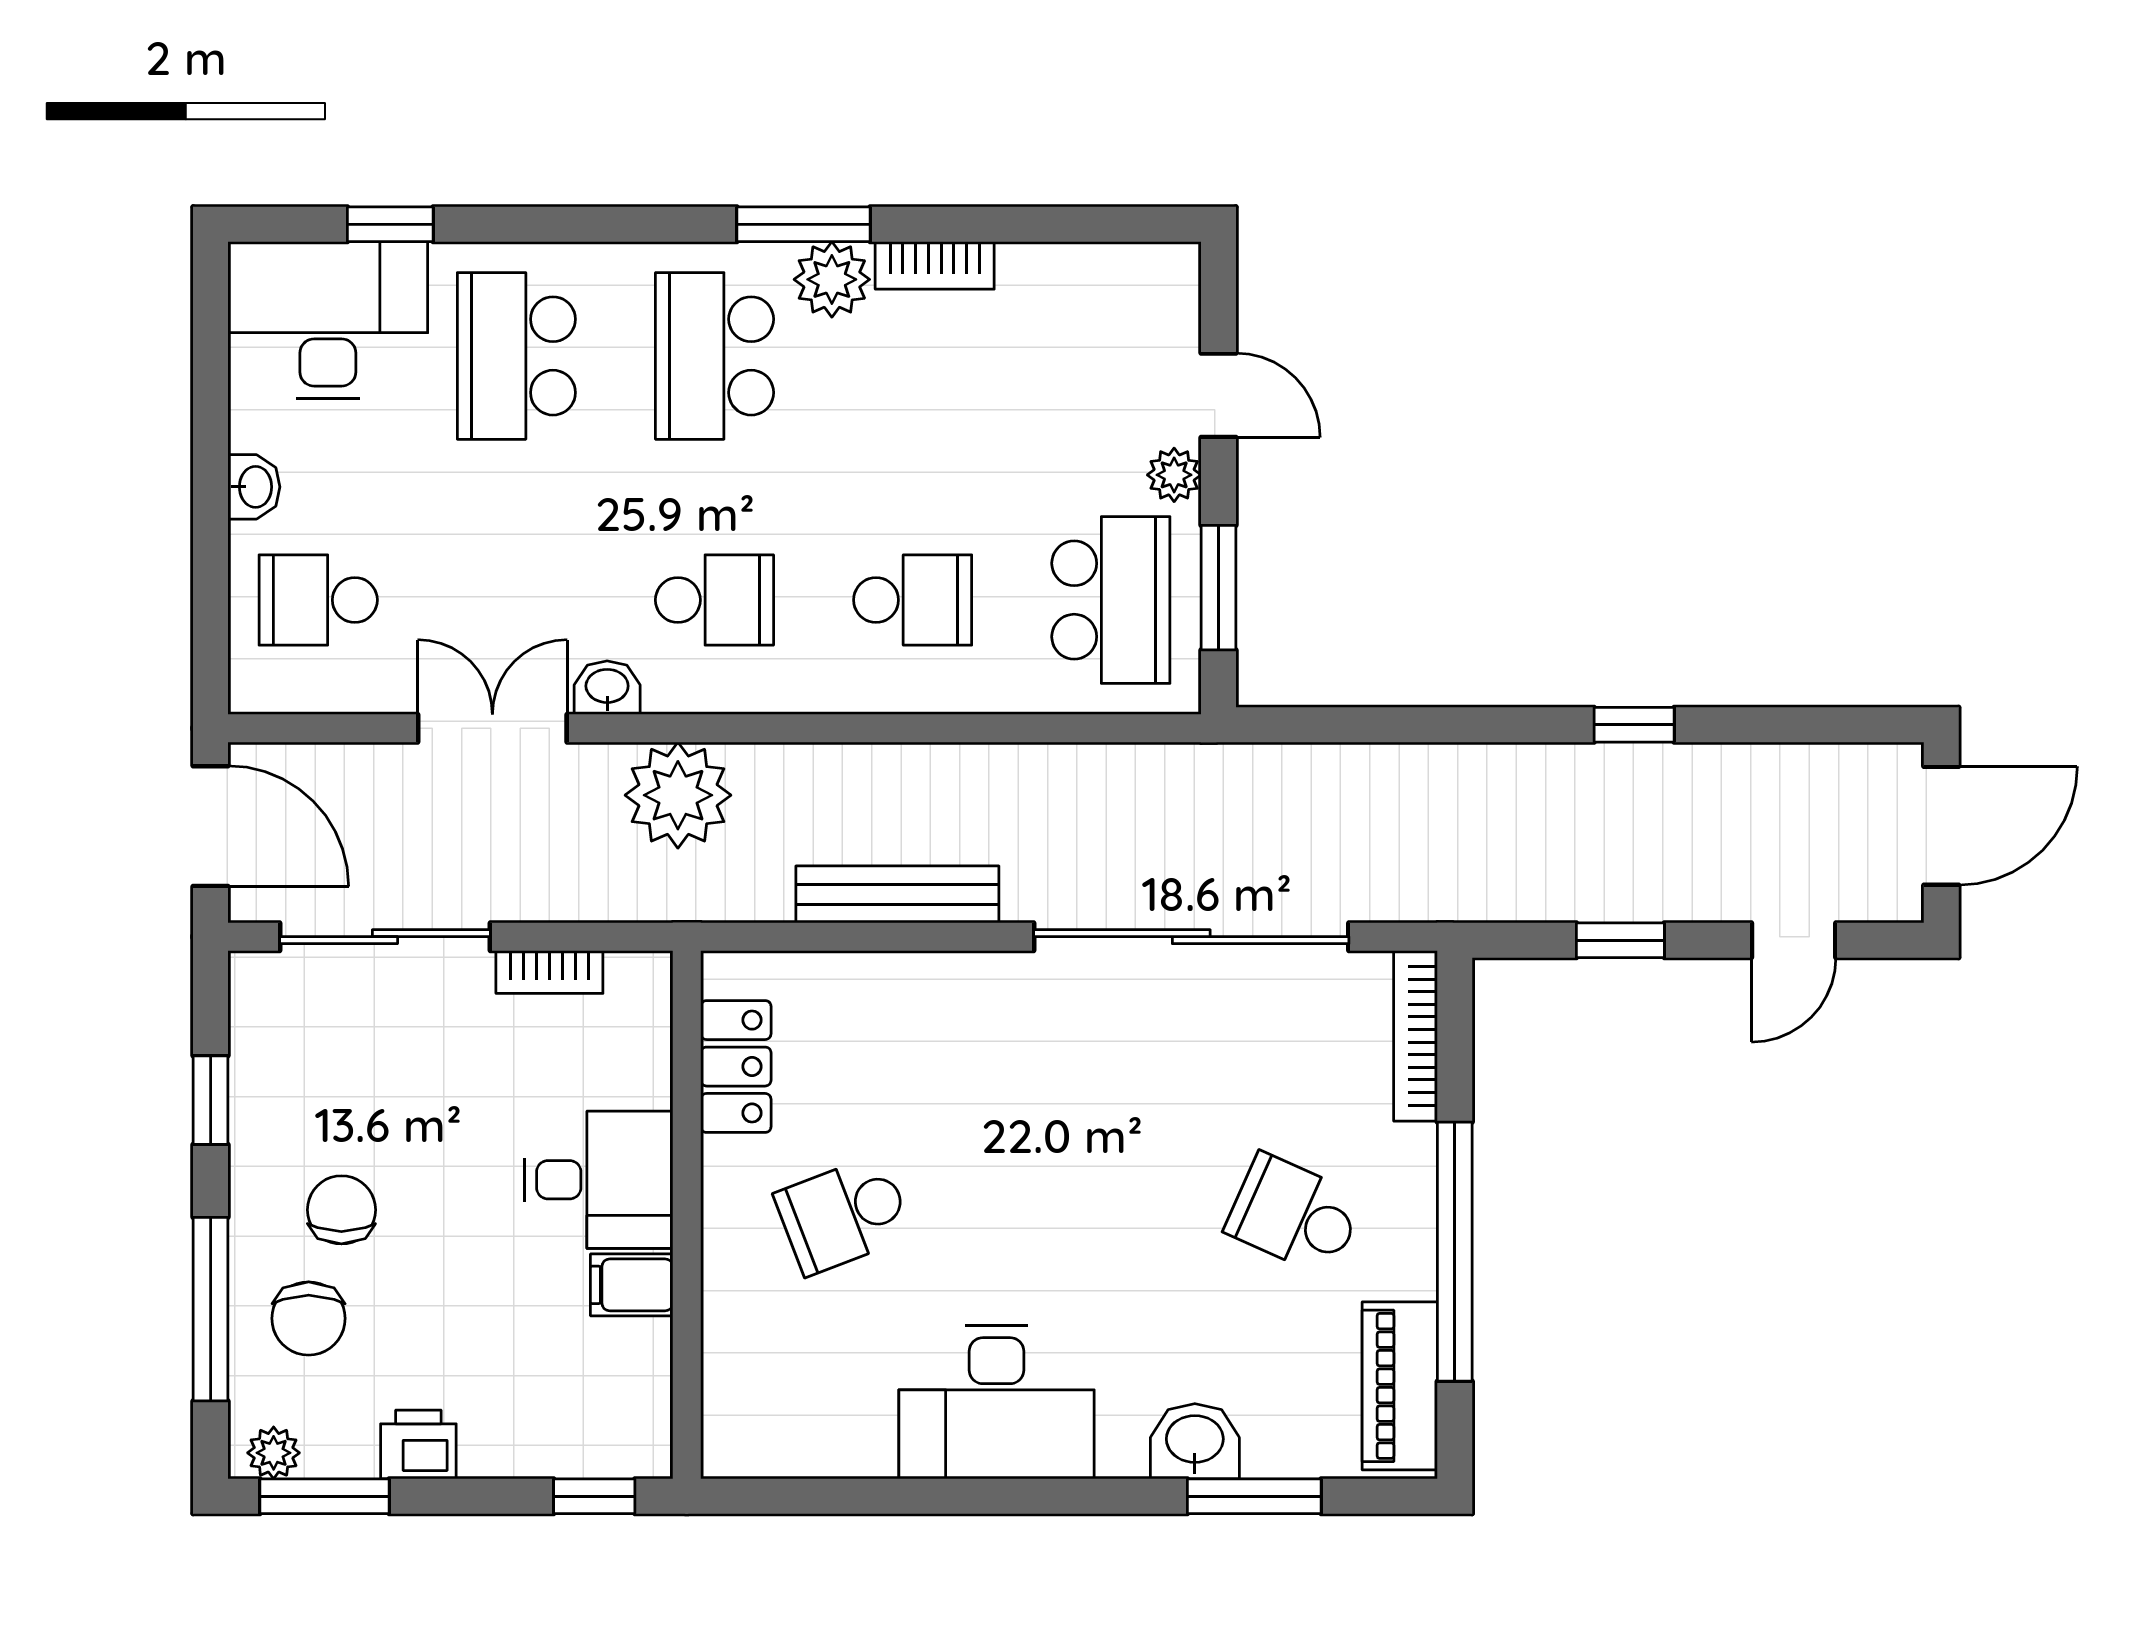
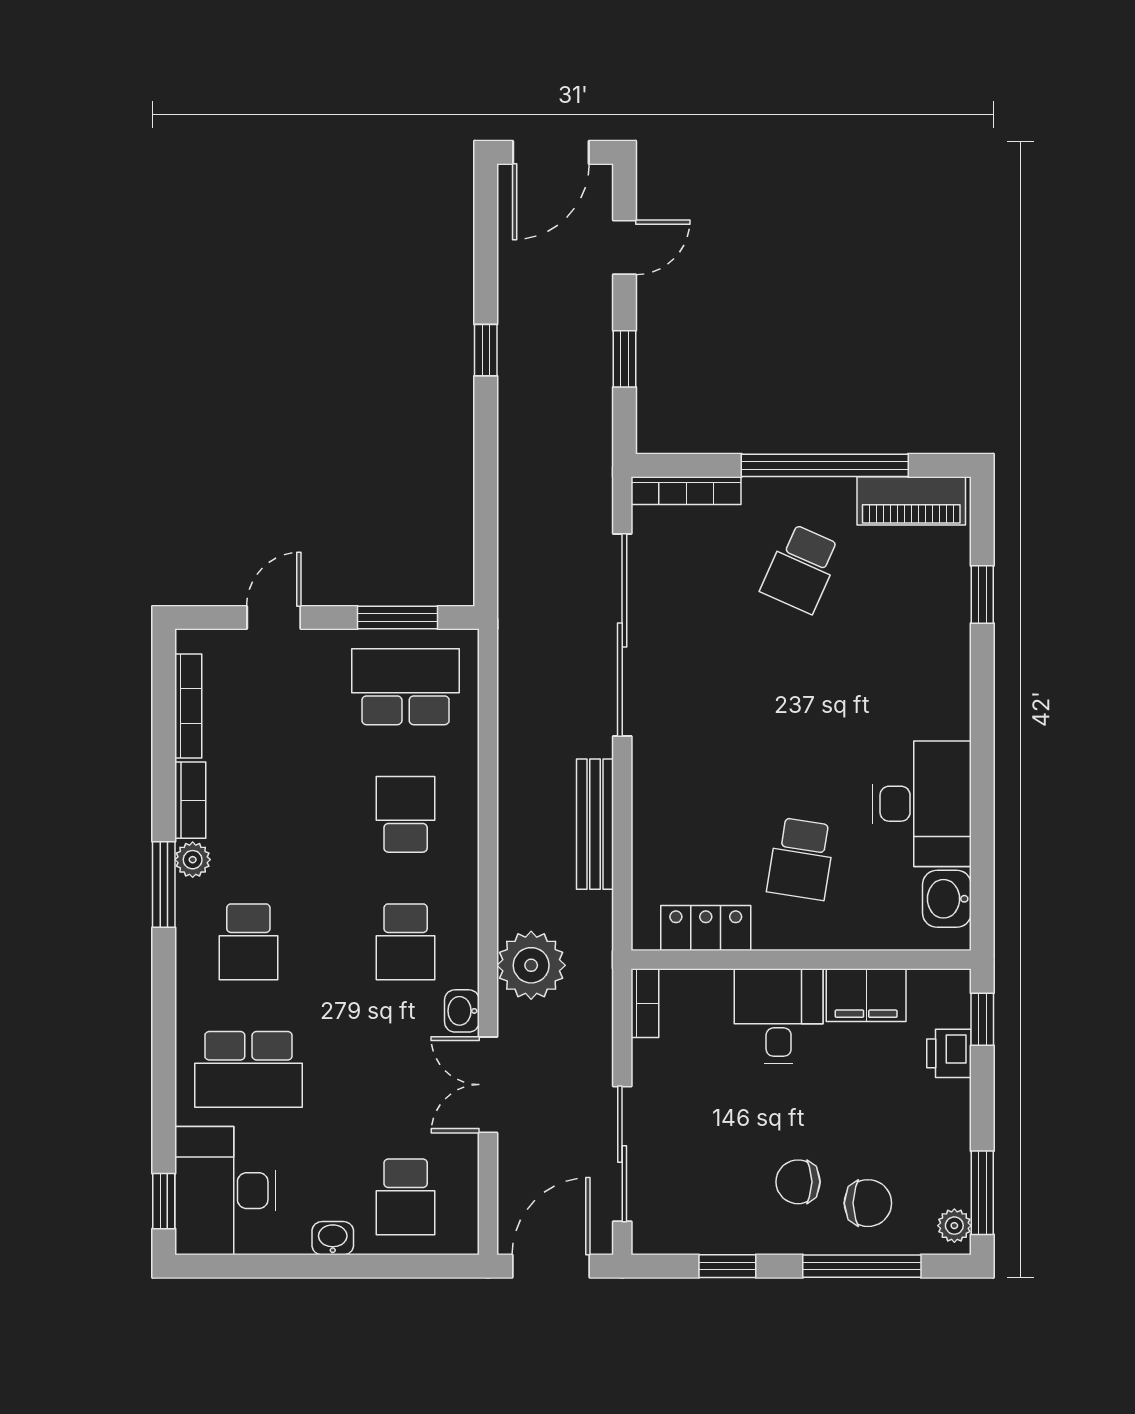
window: (390, 224) -> (164, 1201), moved
bookcase: (1081, 262) -> (188, 706), added
plant: (832, 279) -> (193, 860), width x0.73, depth x0.73
school desk: (715, 356) -> (248, 942), width x0.54
plant: (1174, 475) -> (325, 646), removed
school desk: (715, 600) -> (406, 942), turned 180
door: (1941, 826) -> (551, 152), swing flipped
door: (1794, 940) -> (624, 247), hinge flipped
bookcase: (549, 972) -> (645, 1003), moved
school desk: (844, 1215) -> (801, 859), turned 30
filing cabinet: (632, 1285) -> (866, 995), width x2.00
desk: (996, 1402) -> (922, 804), moved
washbasin: (1195, 1441) -> (947, 899), moved
printer: (418, 1444) -> (949, 1053), moved
window: (1254, 1496) -> (982, 594), width x0.67

